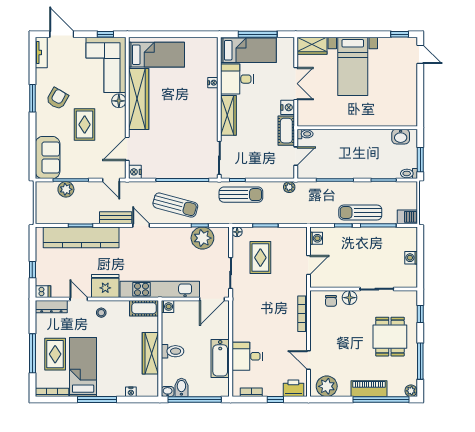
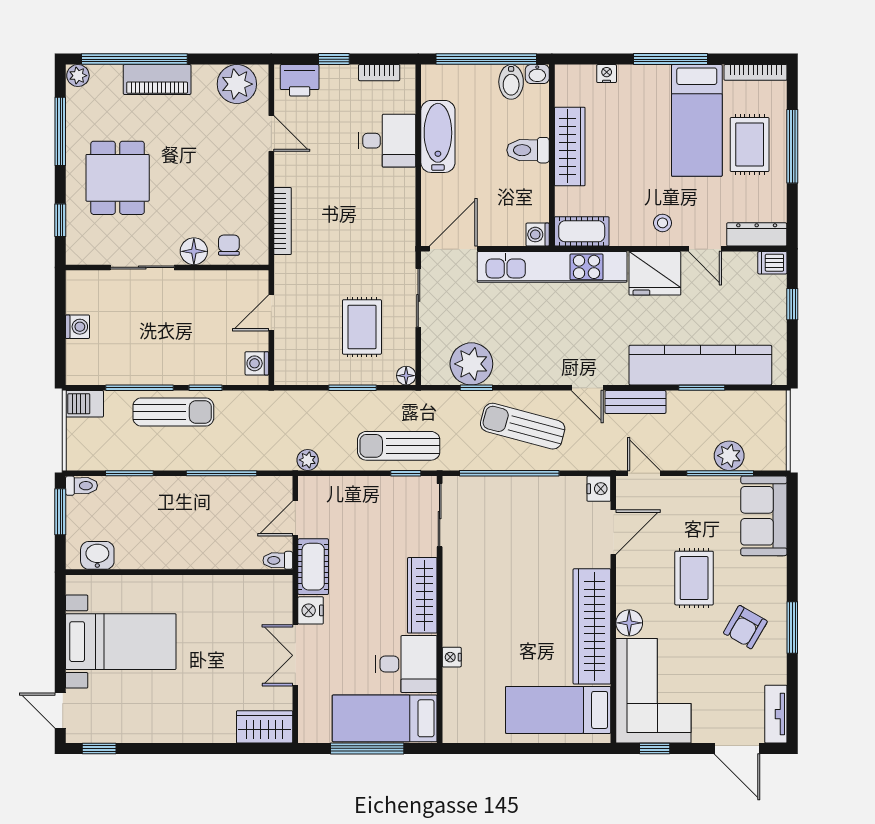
bed with nightstands: (353, 66) -> (121, 642), moved, turned 90

